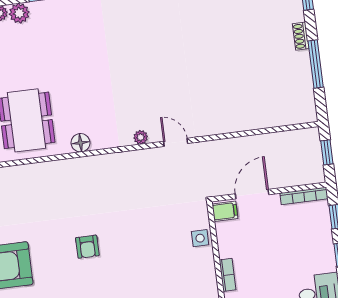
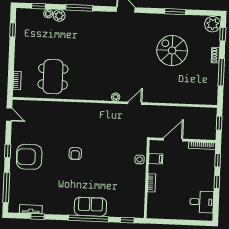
spiral stairs: (224, 41) -> (172, 51), added
door: (176, 142) -> (135, 103), hinge flipped
floor lamp: (81, 143) -> (81, 94), removed
filing cabinet: (225, 211) -> (156, 159), moved

